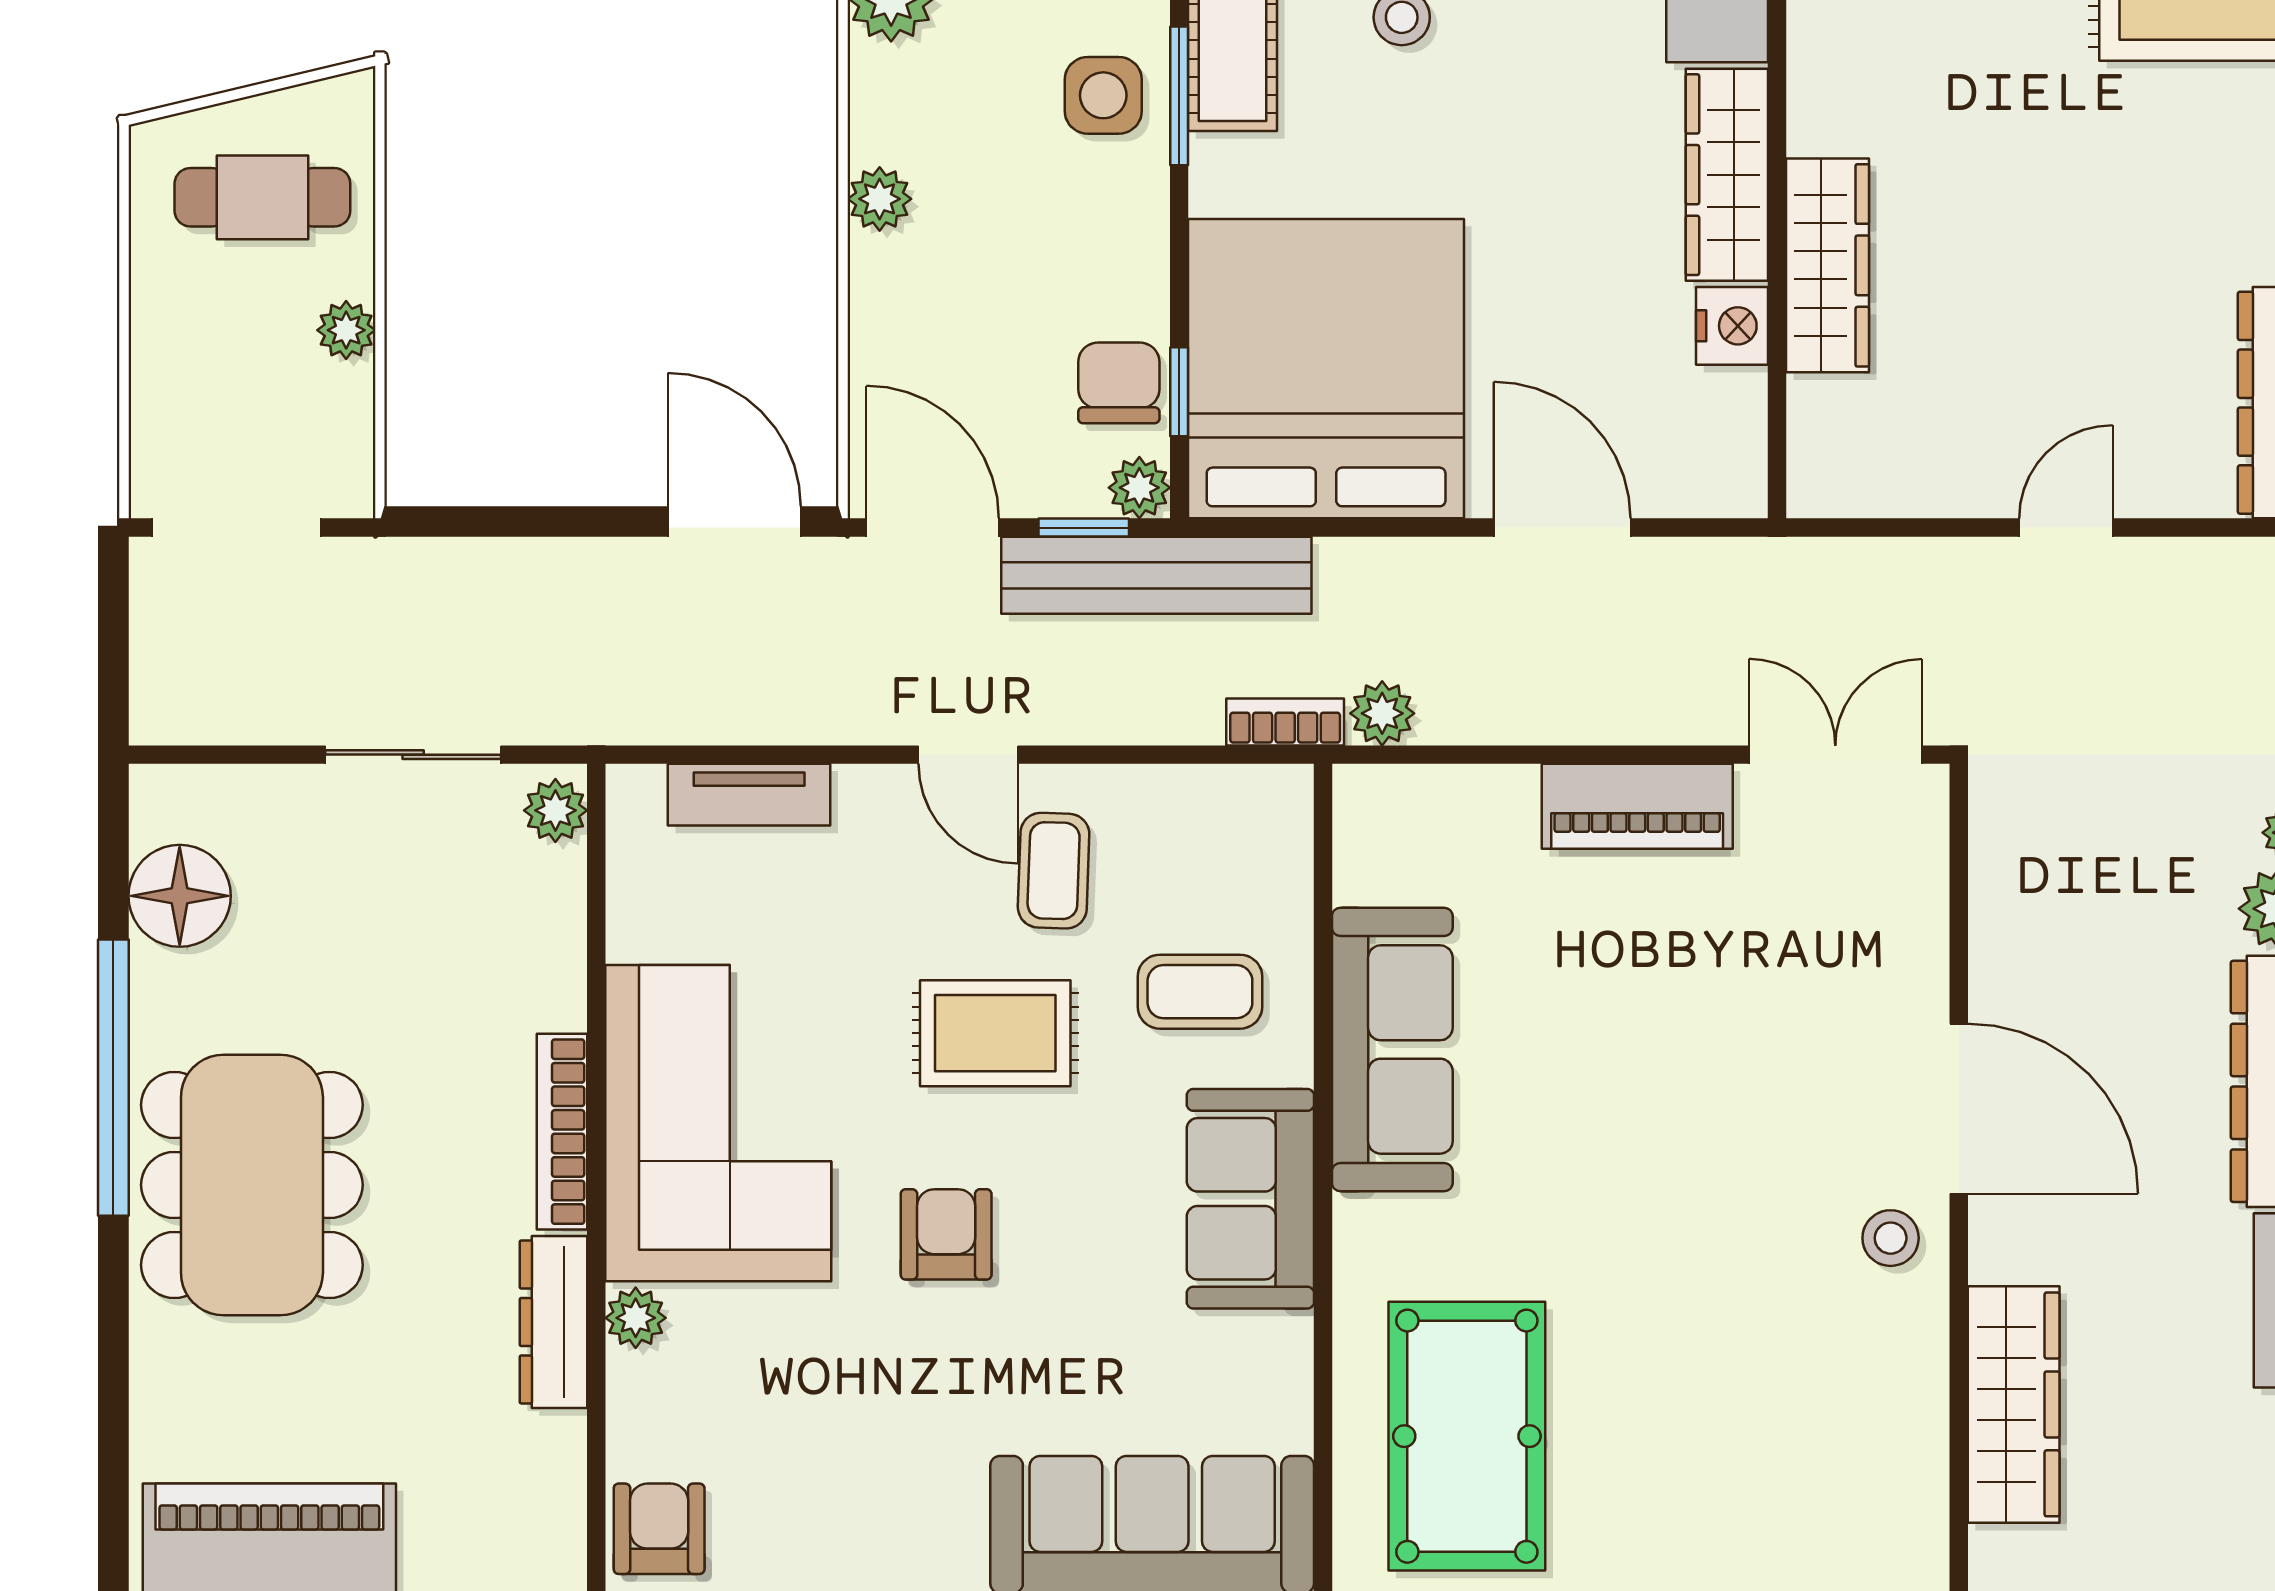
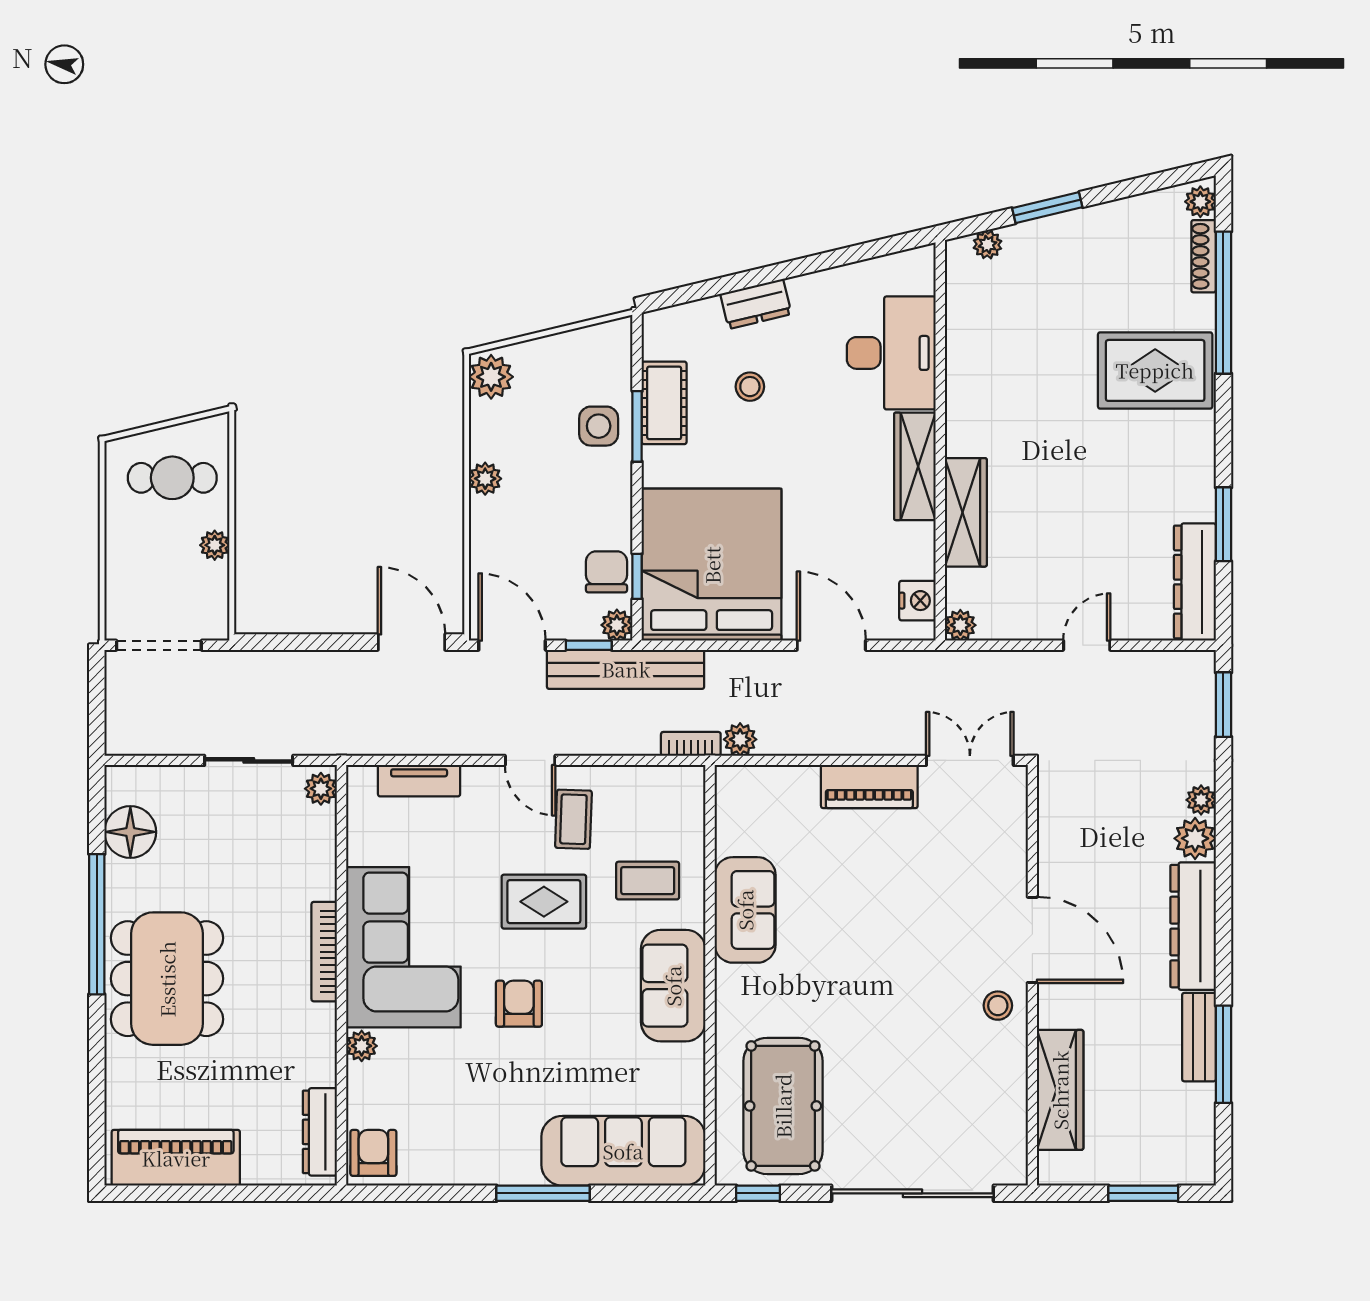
nightstand: (1732, 326) -> (917, 601), moved
plant: (1817, 488) -> (960, 625), added
sofa: (1392, 1049) -> (745, 910), width x0.73
dresser: (553, 1322) -> (320, 1132), moved

